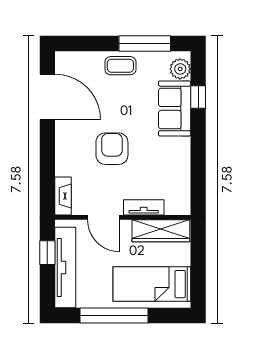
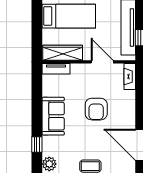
sofa: (175, 108) -> (53, 116), moved
tv unit: (144, 207) -> (56, 69), moved

